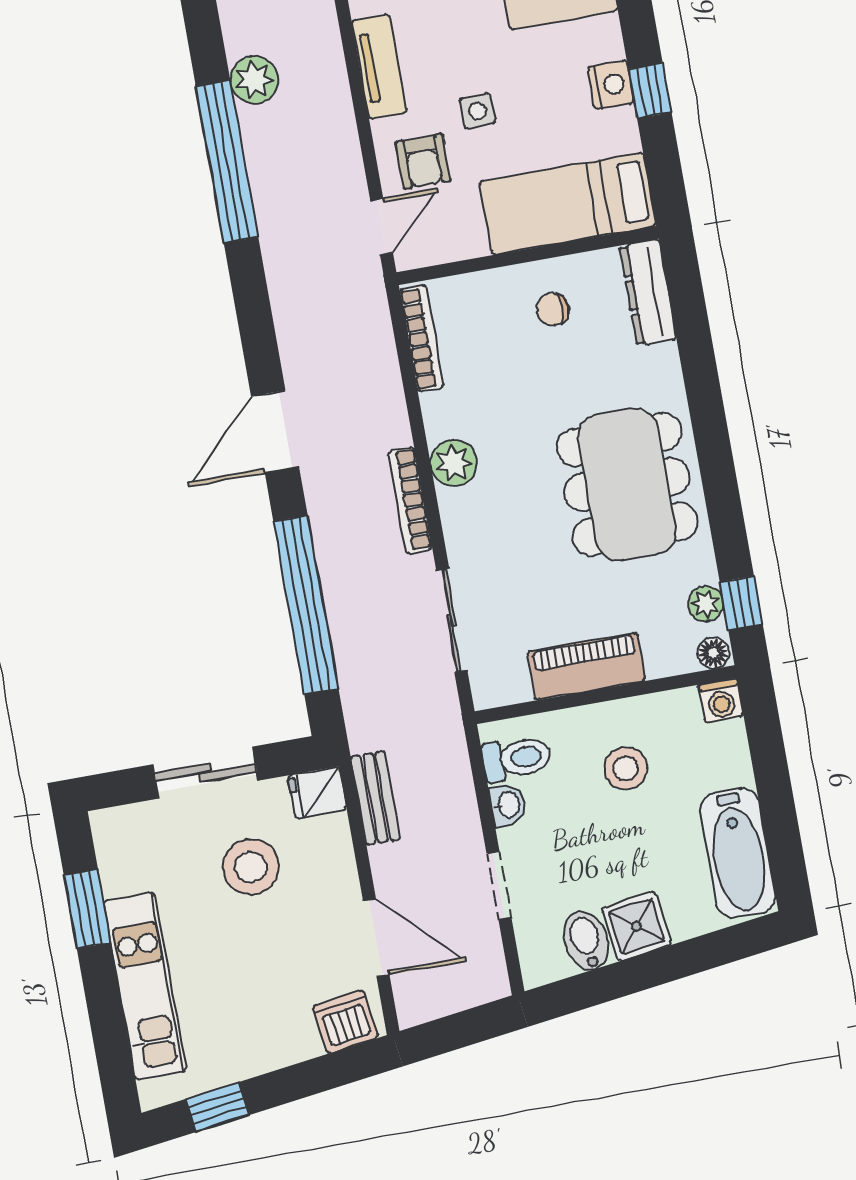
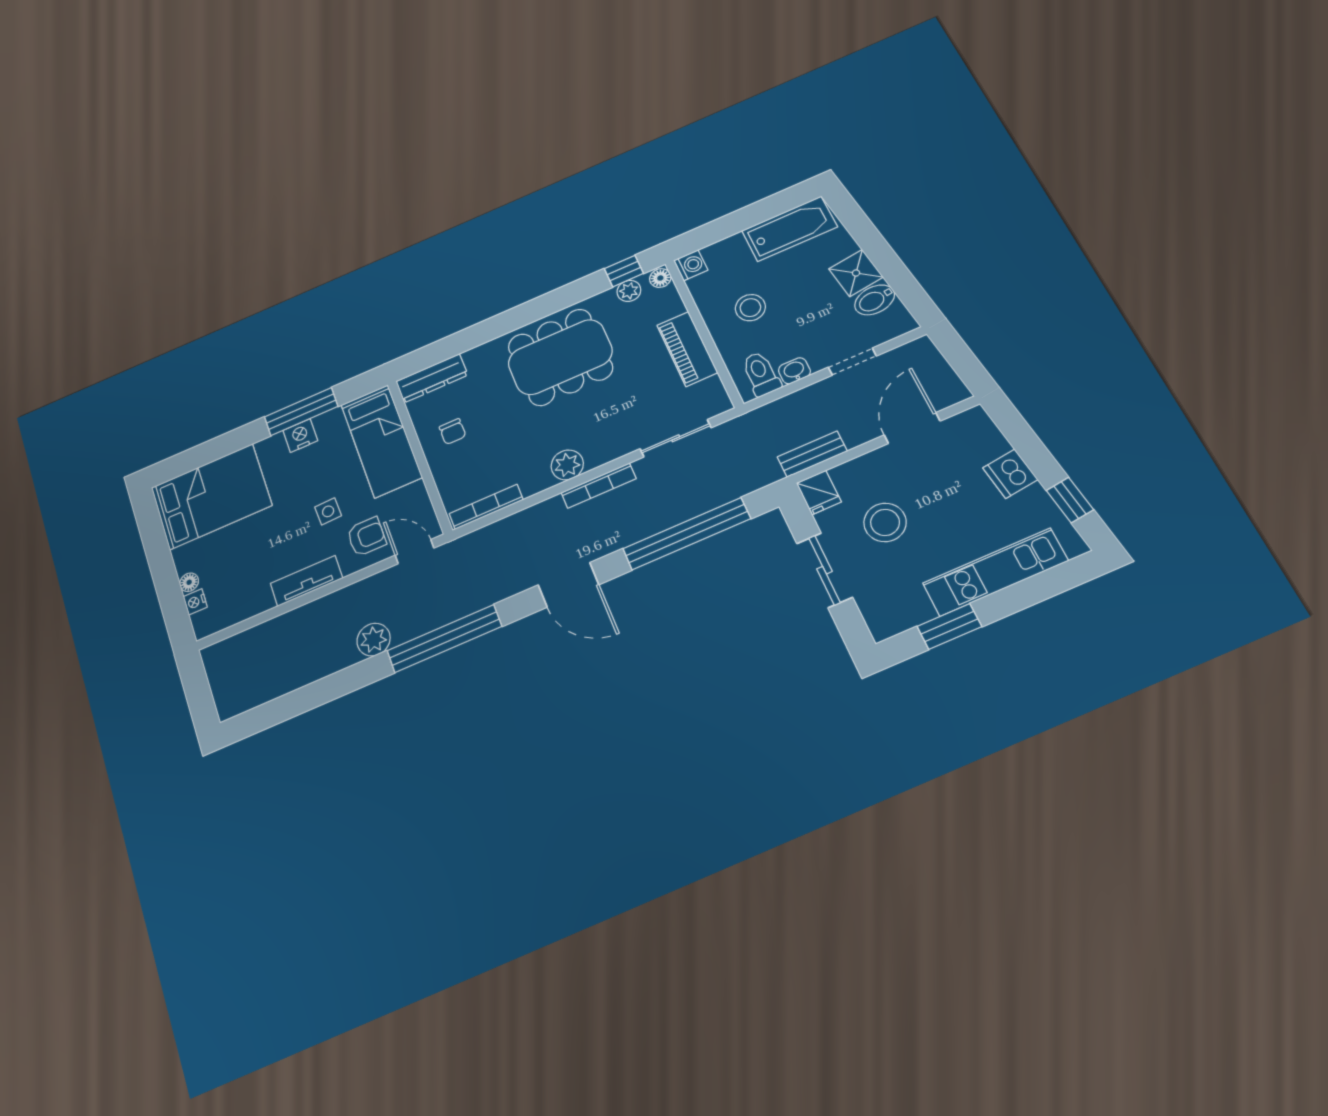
plant: (254, 80) -> (374, 640), moved
window: (650, 91) -> (301, 412), width x2.17
window: (227, 161) -> (444, 639), moved
dishwasher: (345, 1022) -> (1010, 474), moved

